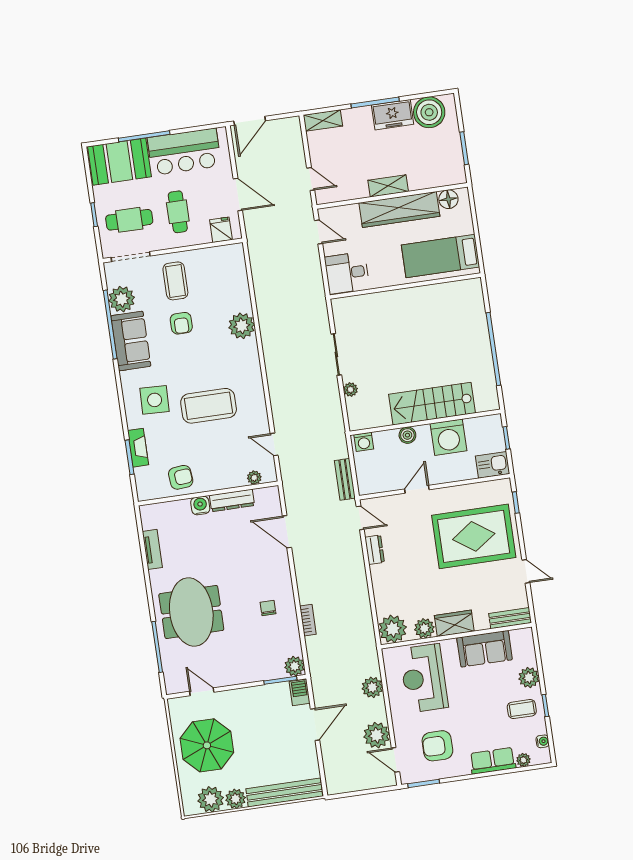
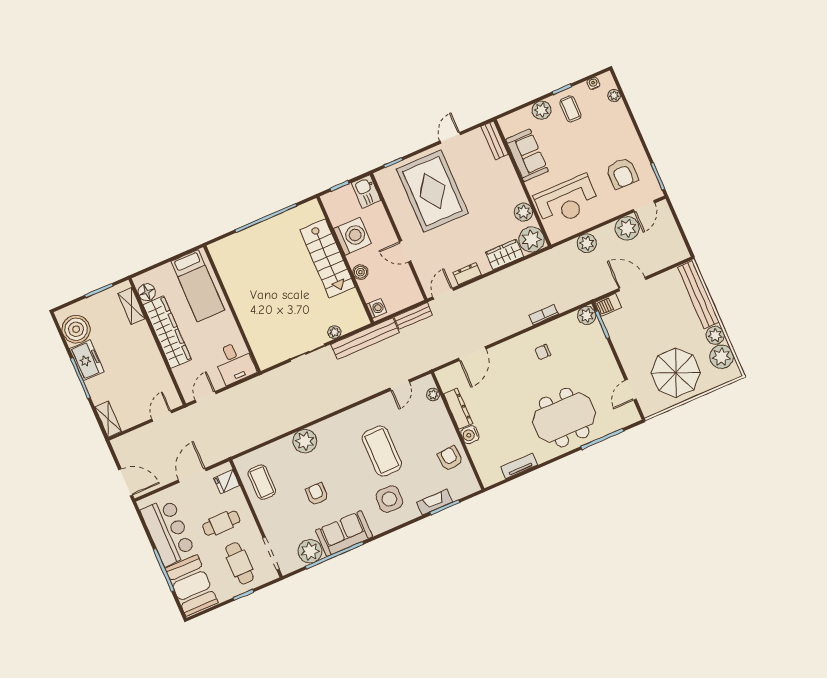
shelving: (388, 186) -> (131, 306), moved
coffee table: (175, 281) -> (262, 482), moved, turned 90
armchair: (181, 323) -> (317, 494), turned -90
bench: (335, 421) -> (365, 338), added
wardrobe: (454, 623) -> (505, 254), moved, turned 90
row of seats: (493, 761) -> (622, 122), removed

